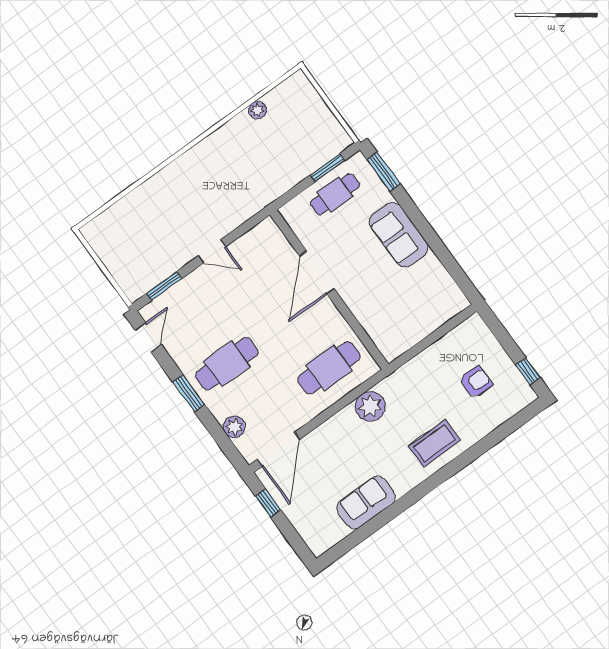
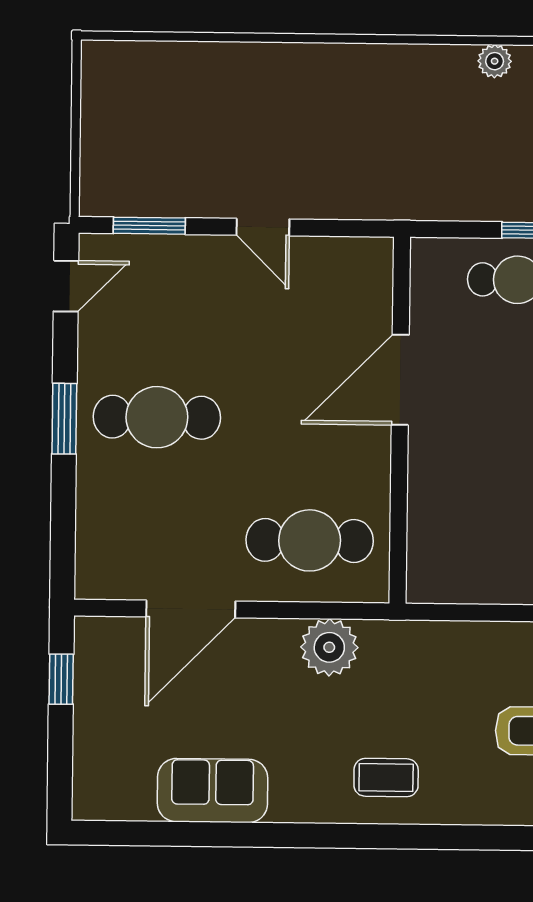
plant: (234, 427) -> (96, 523), removed
coffee table: (435, 443) -> (386, 778), width x0.73, depth x0.77
door: (278, 449) -> (191, 609), moved

